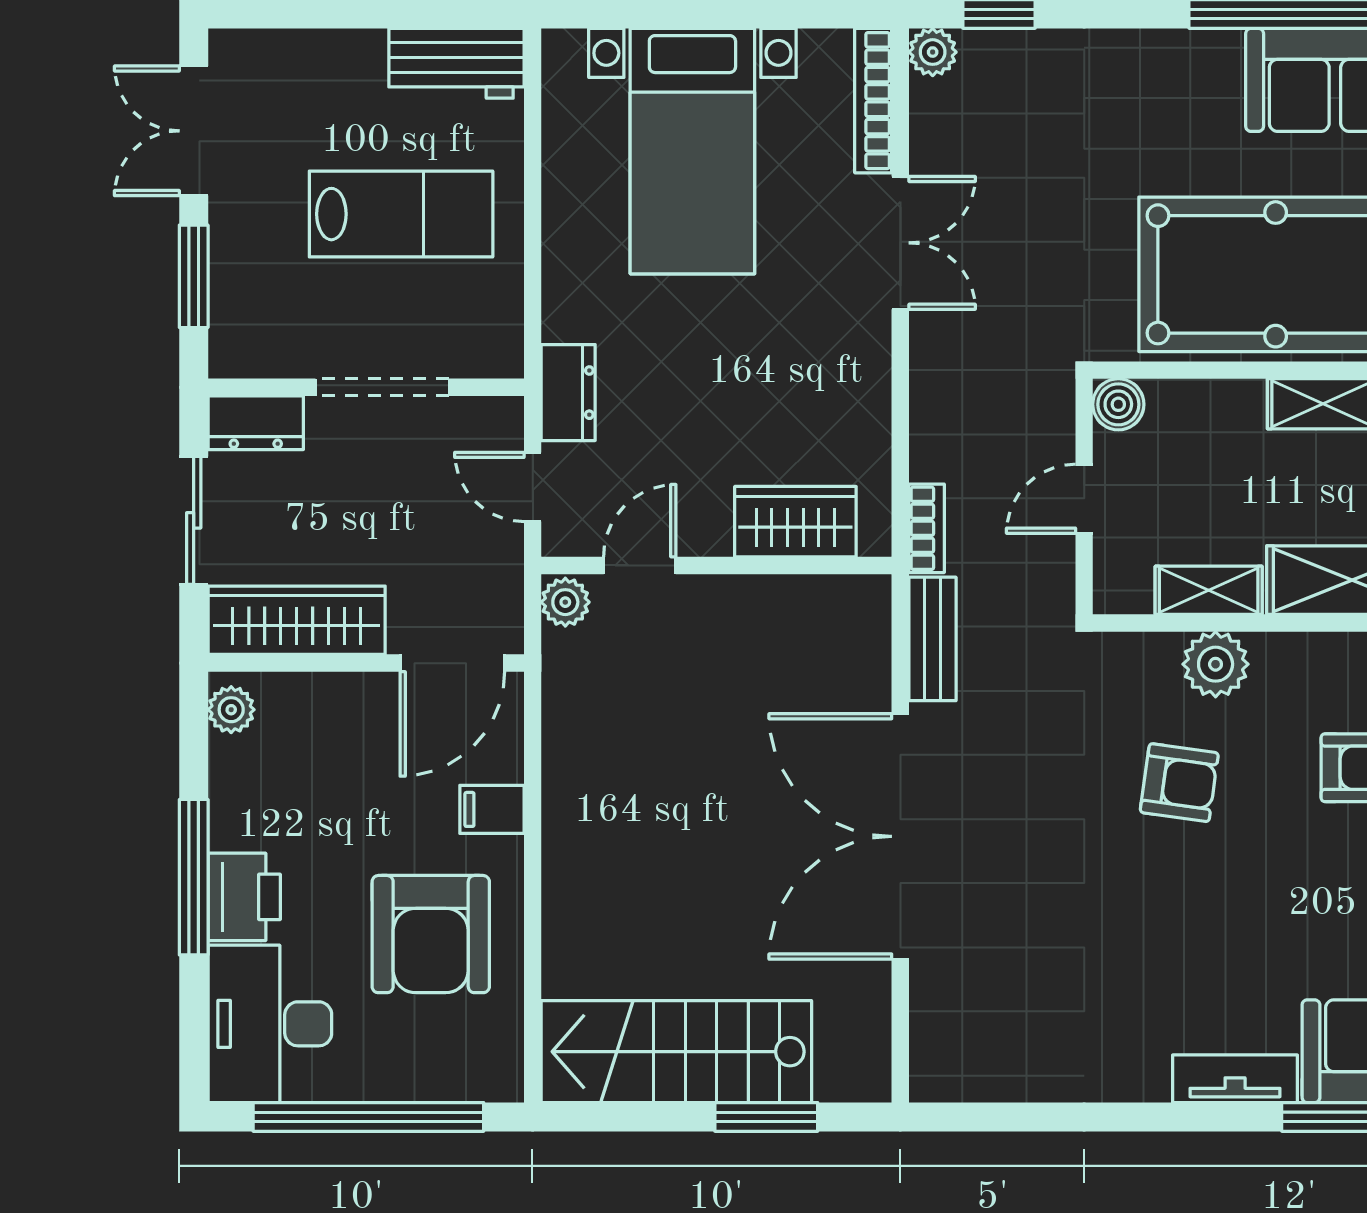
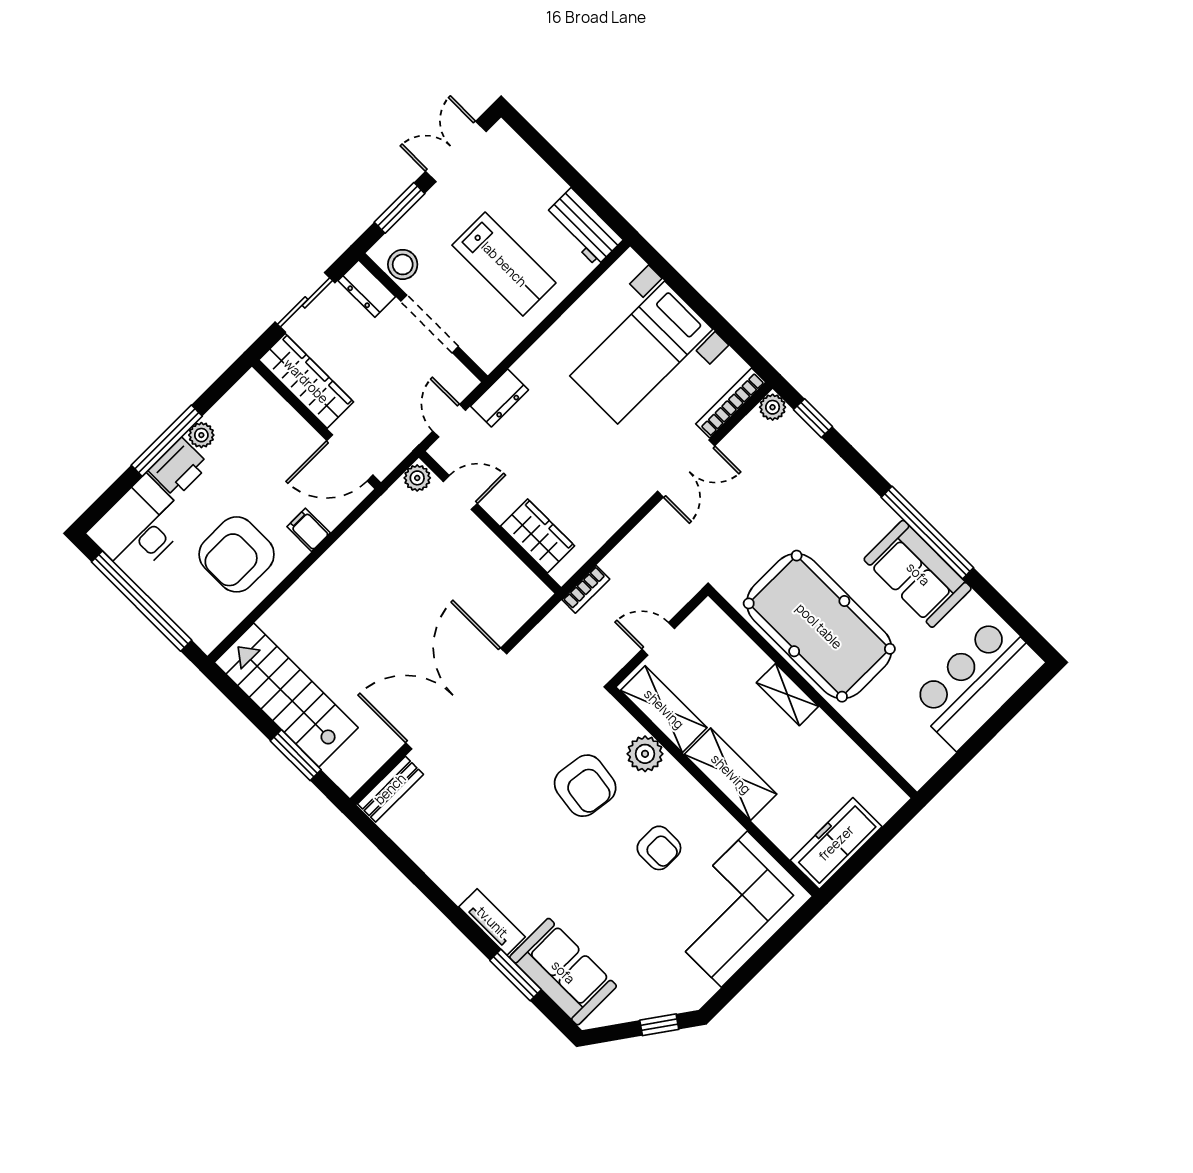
stool: (271, 345) -> (403, 264), added
boiler: (1118, 404) -> (708, 616), removed
shelving: (1209, 590) -> (664, 709), width x1.50, depth x1.33
bench: (933, 639) -> (390, 789), moved
plant: (231, 710) -> (201, 435), moved
armchair: (1179, 783) -> (585, 786), width x1.38, depth x1.38

